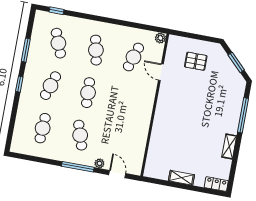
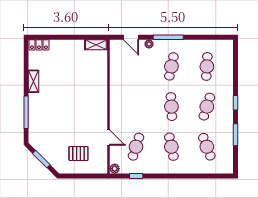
window: (56, 11) -> (136, 176), moved
cafe table: (80, 135) -> (171, 66), turned 30
shelving: (181, 178) -> (96, 45), moved

